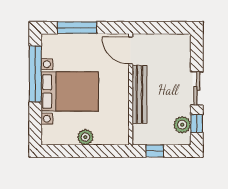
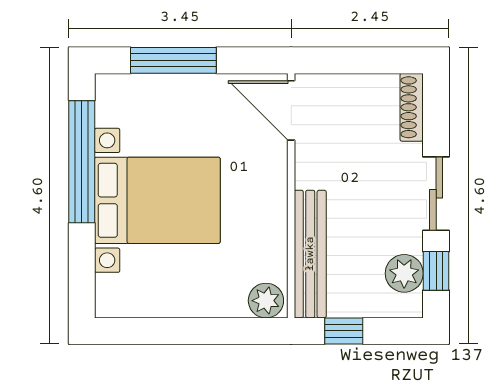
shoe rack: (186, 49) -> (412, 107), added
bench: (139, 94) -> (310, 254), moved
plant: (85, 137) -> (266, 301), moved

